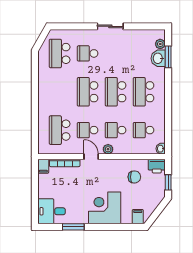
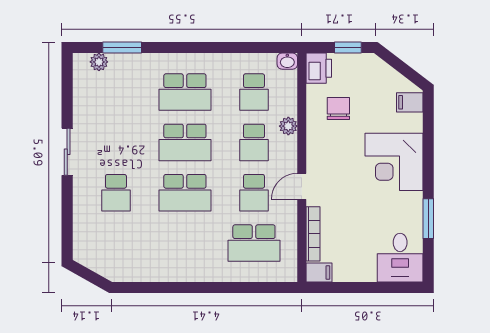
school desk: (60, 53) -> (116, 243), removed
washbasin: (158, 58) -> (125, 66), removed
plant: (108, 149) -> (288, 126), moved

